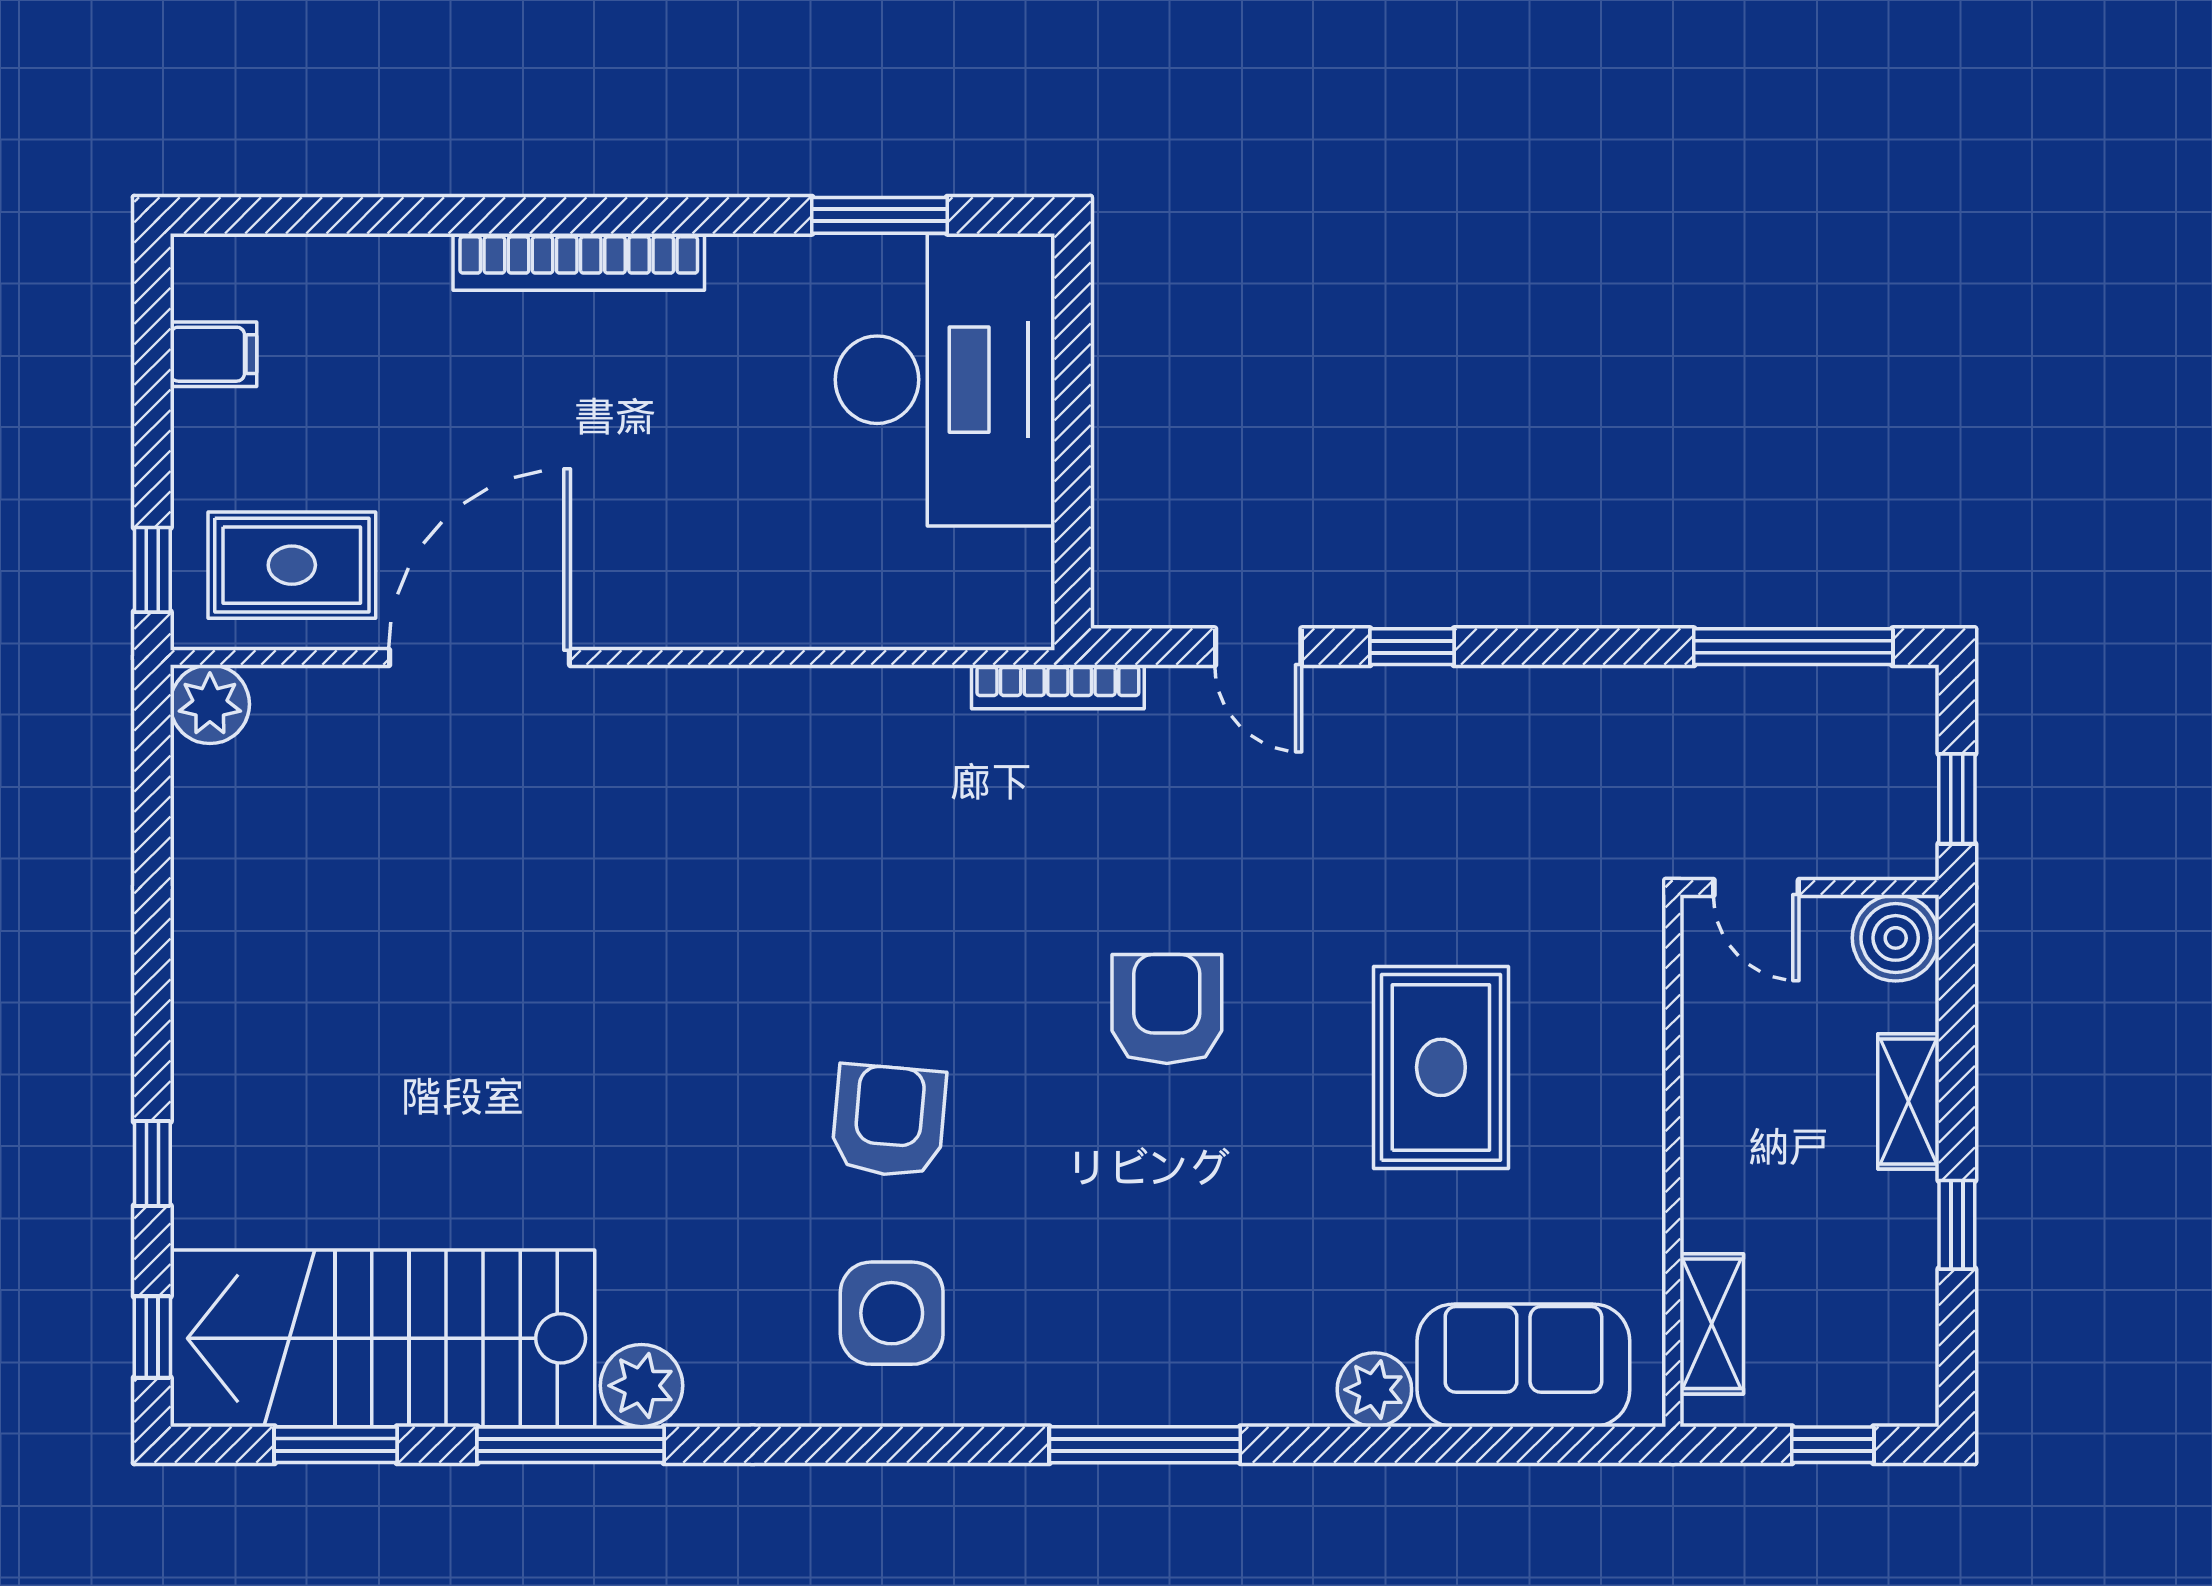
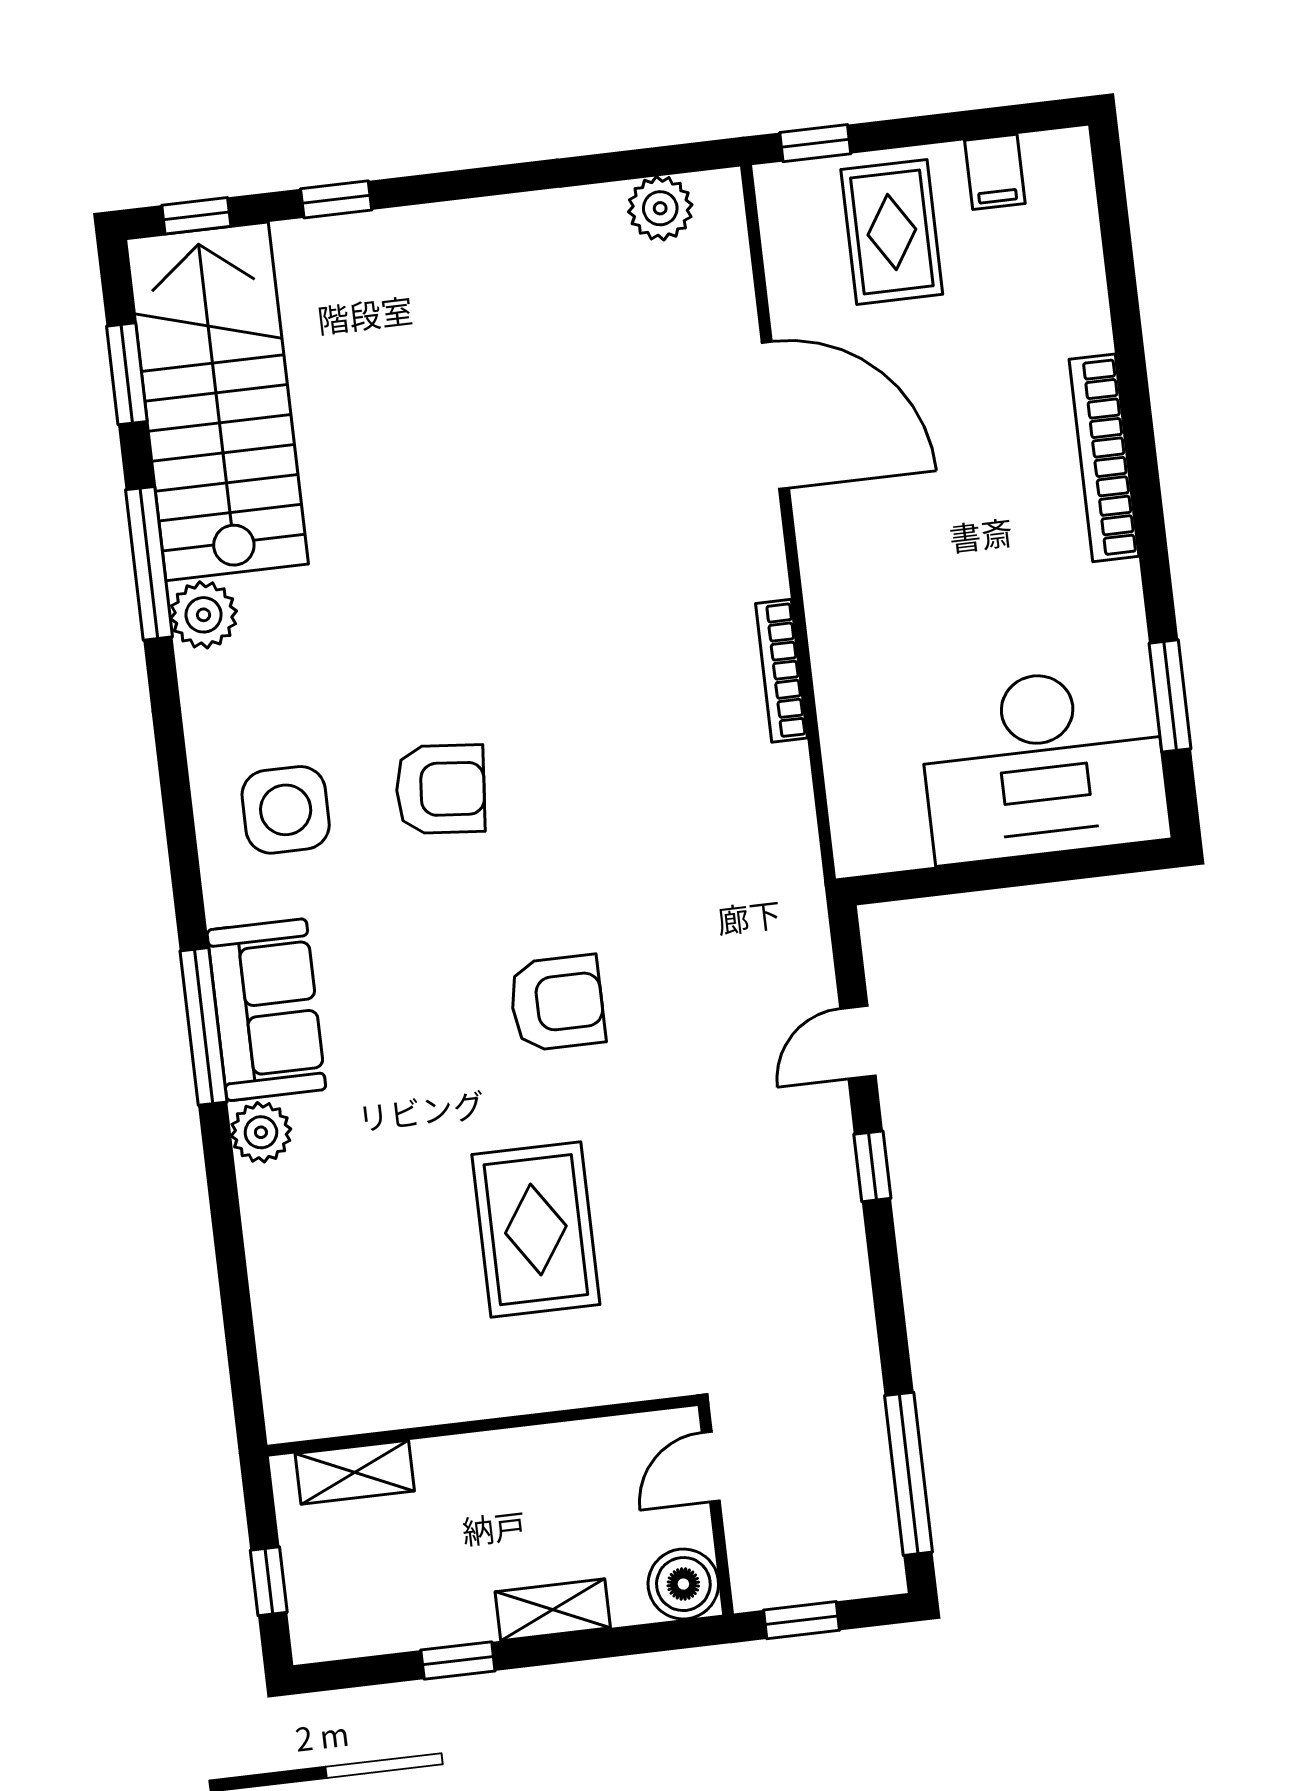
rug: (292, 565) -> (892, 232), moved
bookcase: (1058, 687) -> (781, 671), moved
plant: (210, 704) -> (660, 208), moved
rug: (1441, 1067) -> (536, 1230), turned 90
sofa: (1523, 1365) -> (266, 1010), moved
plant: (1374, 1390) -> (261, 1132), moved

